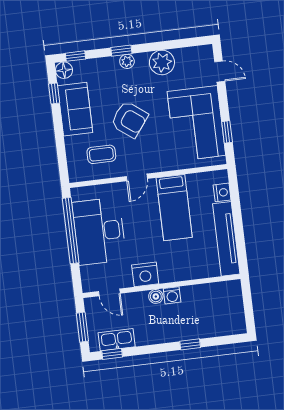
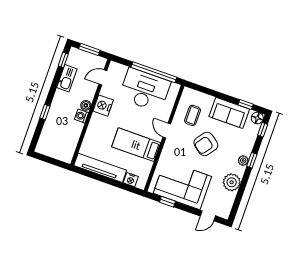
kitchen sink: (117, 340) -> (67, 78), moved

